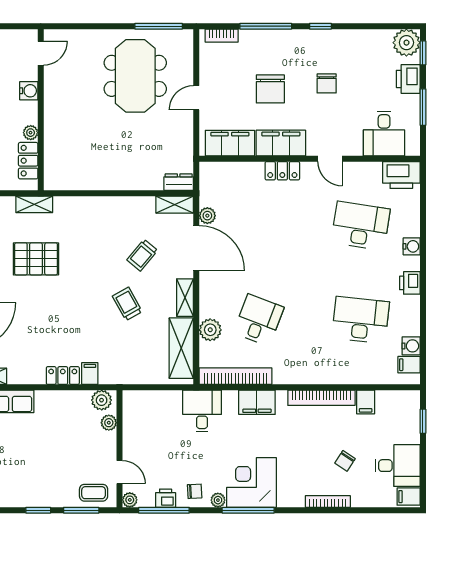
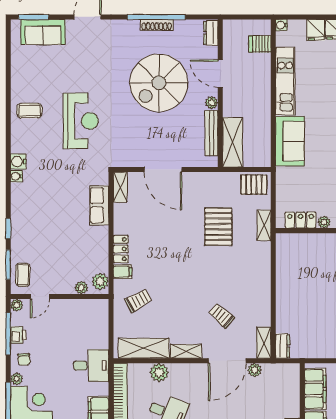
trolley: (127, 304) -> (138, 300), moved

